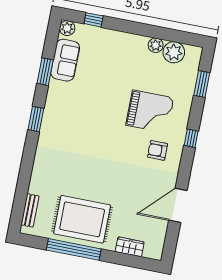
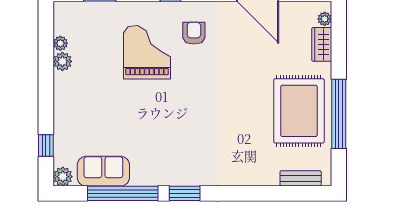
plant: (174, 52) -> (60, 43), width x0.53, depth x0.53
window: (45, 72) -> (123, 193), width x2.11
armchair: (157, 150) -> (194, 33), turned 180
plant: (149, 253) -> (325, 19), added

